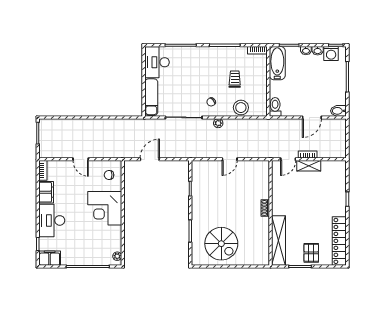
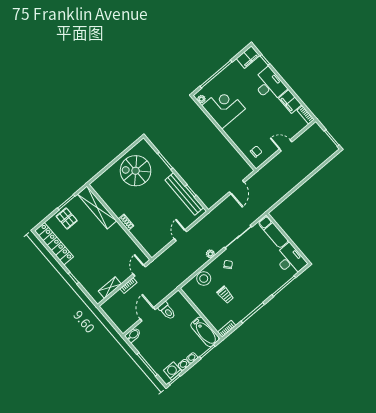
toilet: (275, 107) -> (167, 311), moved
shelving: (309, 166) -> (110, 288), moved
bench: (198, 191) -> (184, 194), added
corner desk: (105, 208) -> (224, 107), moved

